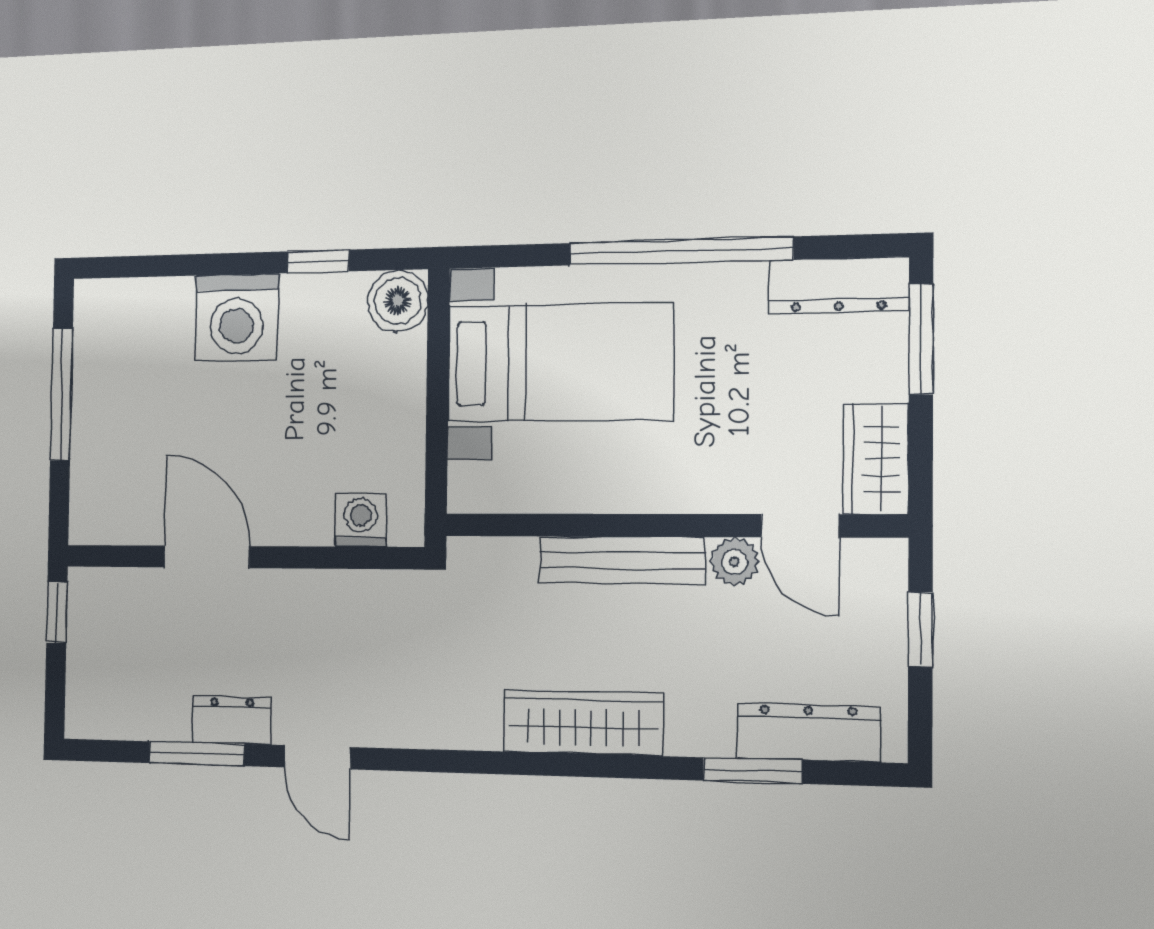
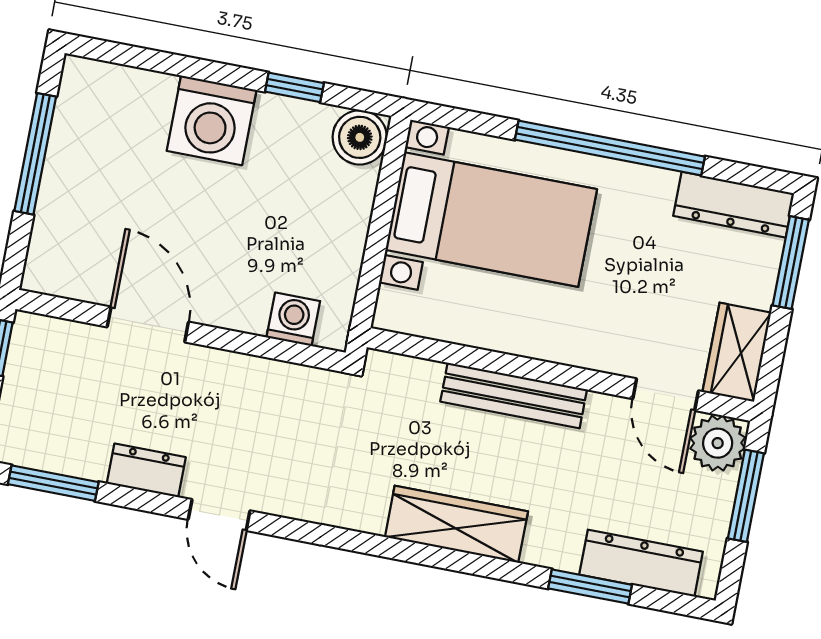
plant: (735, 562) -> (718, 443), moved, width x1.38, depth x1.38
window: (920, 629) -> (746, 496), width x1.50
window: (196, 754) -> (53, 483), moved

